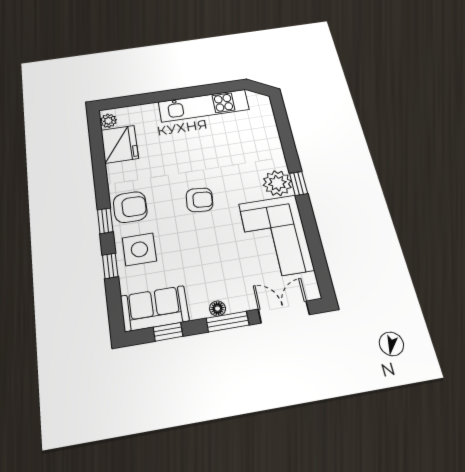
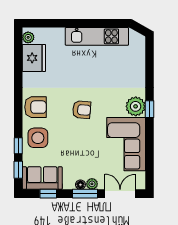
window: (105, 221) -> (18, 170), moved
plant: (236, 304) -> (92, 184), added

